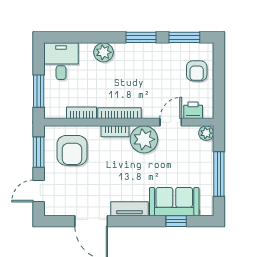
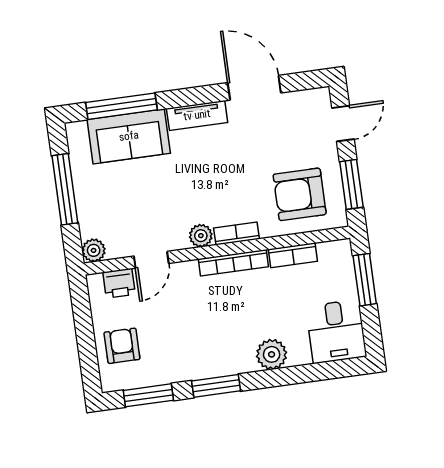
plant: (144, 139) -> (201, 236), width x0.53, depth x0.53
armchair: (72, 150) -> (300, 194), turned -90
window: (176, 221) -> (121, 106), width x2.17

